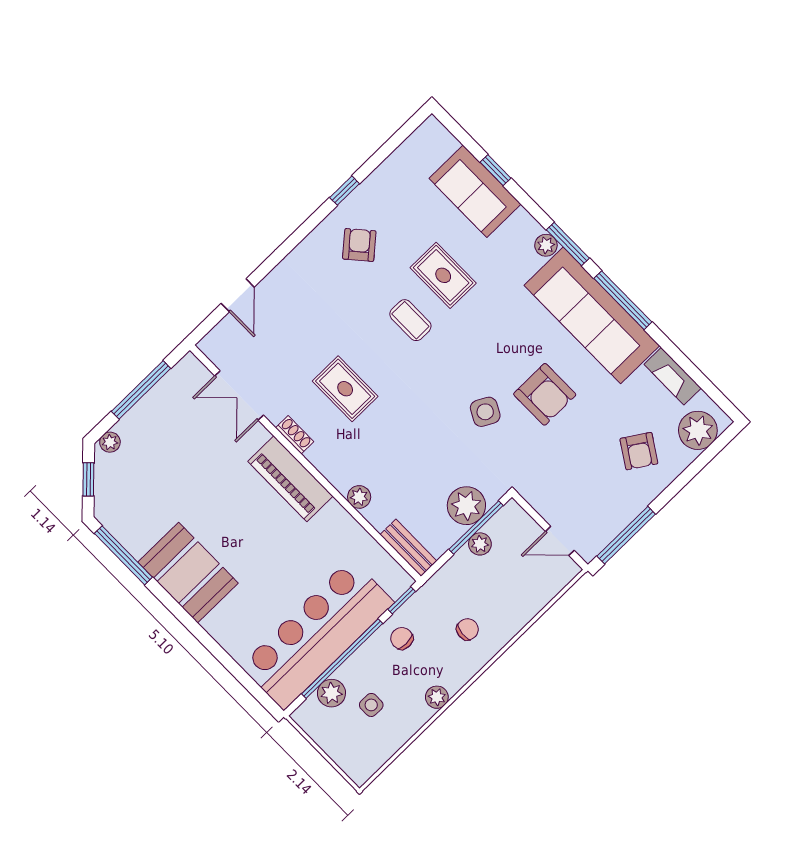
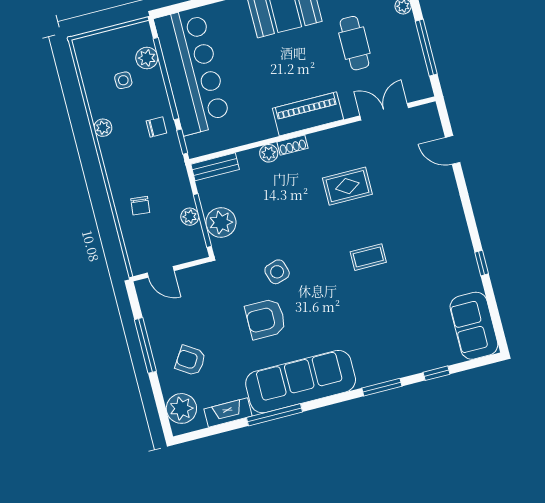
sofa: (475, 191) -> (474, 326), moved, turned -90
window: (568, 244) -> (382, 387), moved
armchair: (359, 245) -> (439, 252), removed
plant: (546, 245) -> (366, 378), removed
rug: (443, 275) -> (386, 297), removed
window: (623, 300) -> (274, 415), moved
side table: (485, 412) -> (277, 272), turned 45
shoe rack: (295, 435) -> (292, 145), moved
cafe table: (182, 472) -> (354, 43), added
window: (626, 535) -> (145, 345), moved
door: (560, 541) -> (161, 272), swing flipped
chair: (467, 629) -> (140, 206), moved

